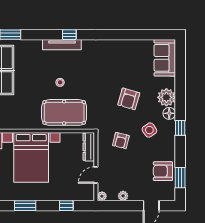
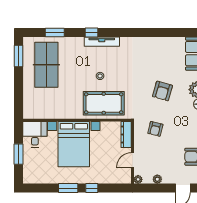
window: (69, 35) -> (91, 33), moved
side table: (149, 130) -> (181, 119), removed
window: (66, 206) -> (92, 188), moved

